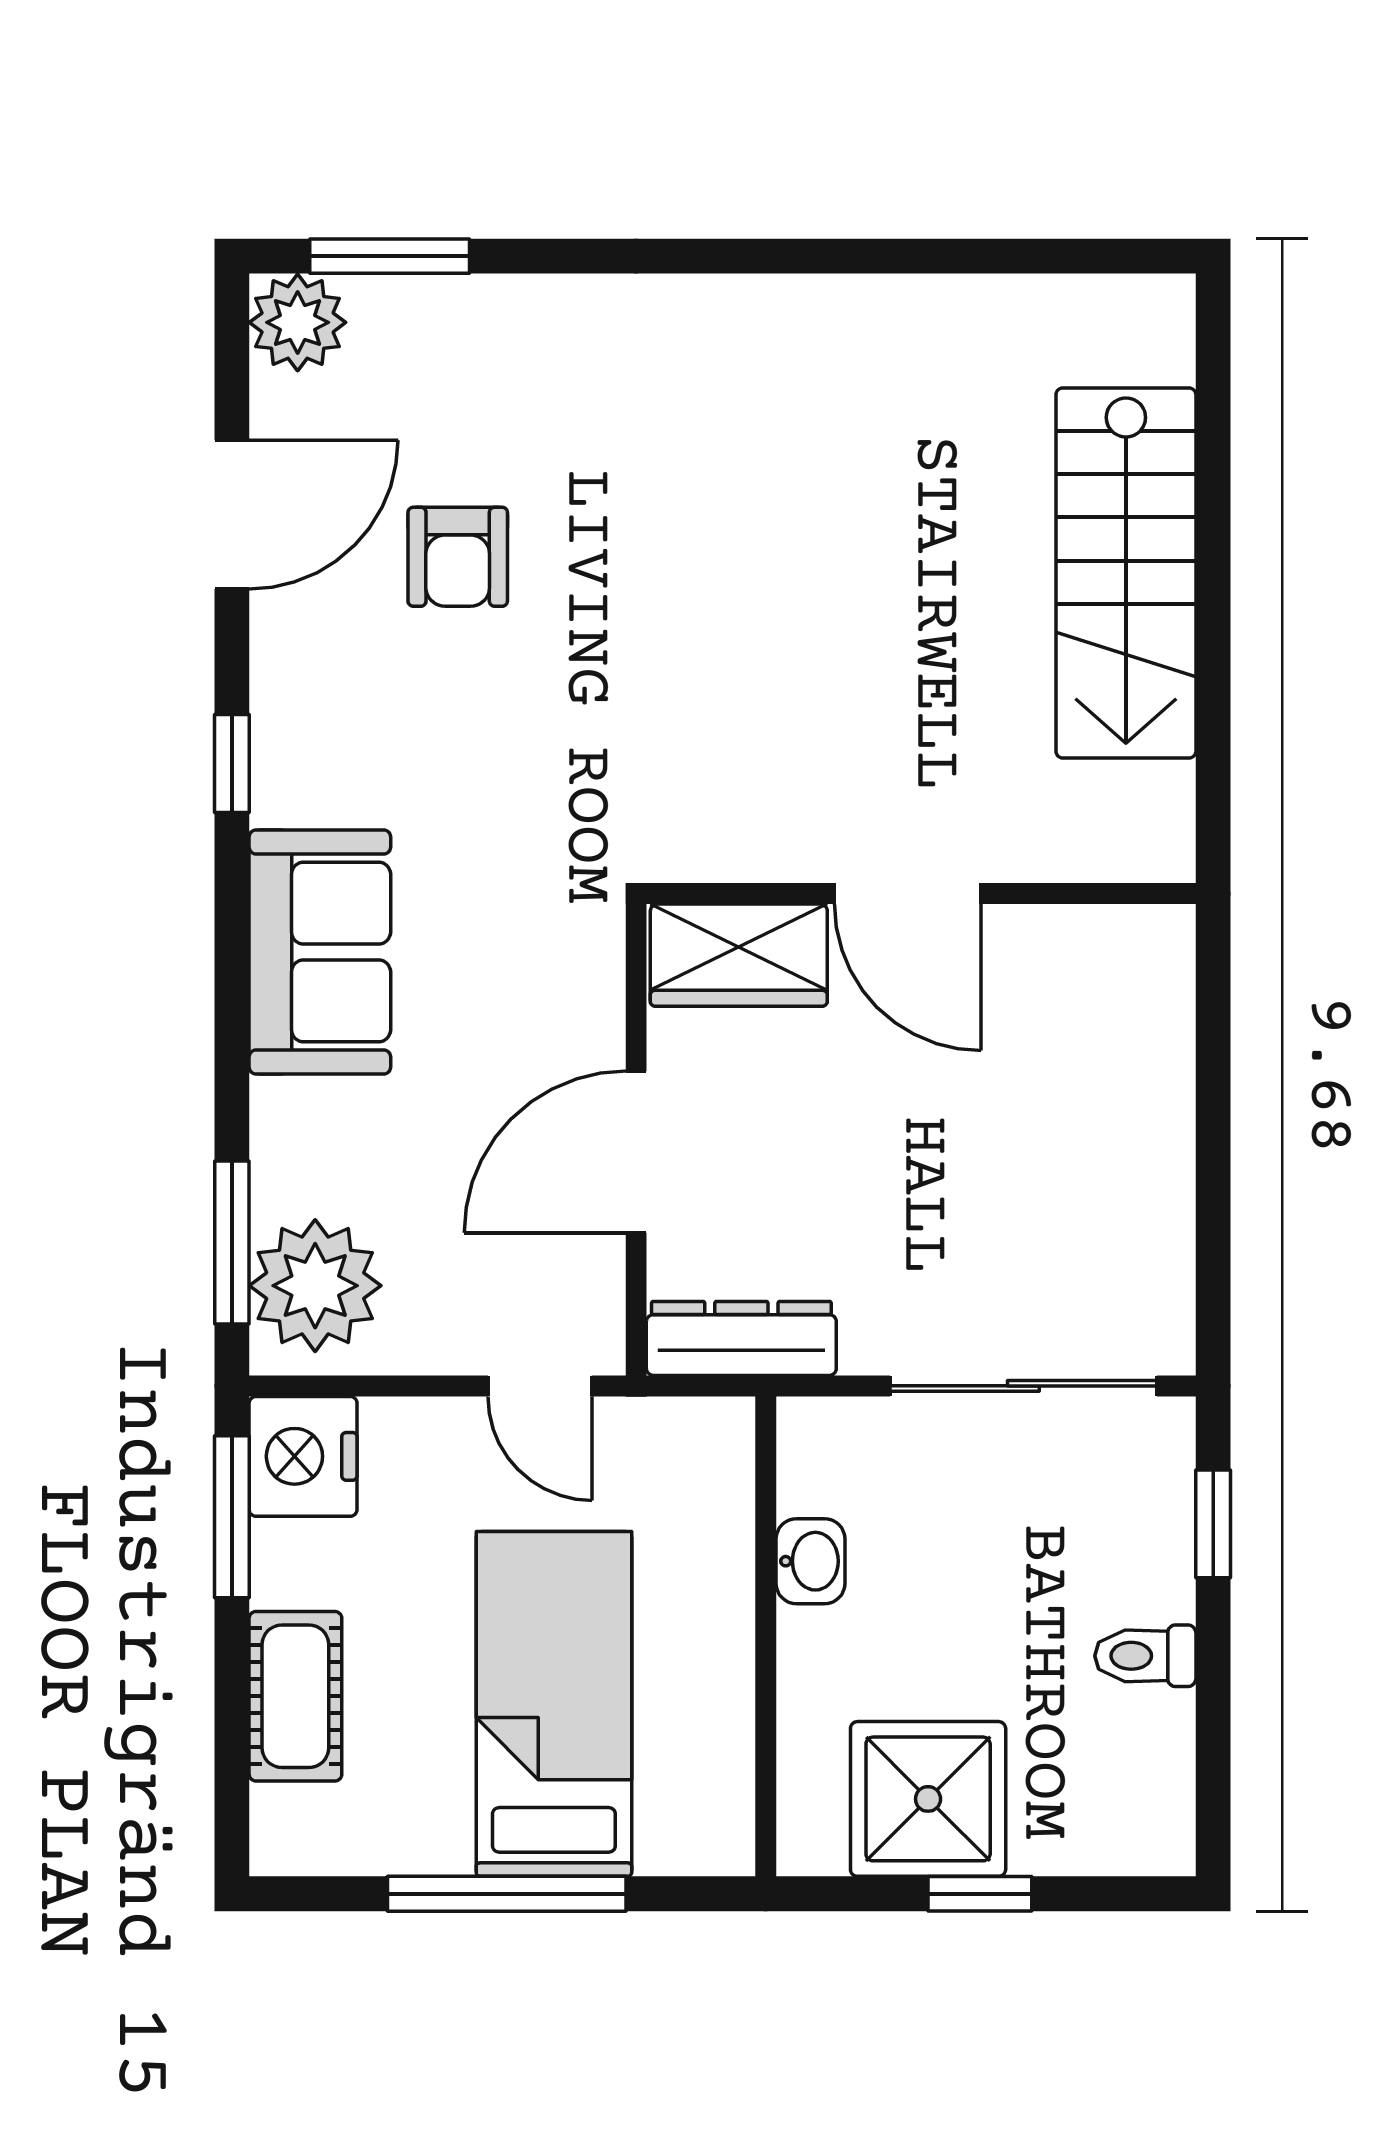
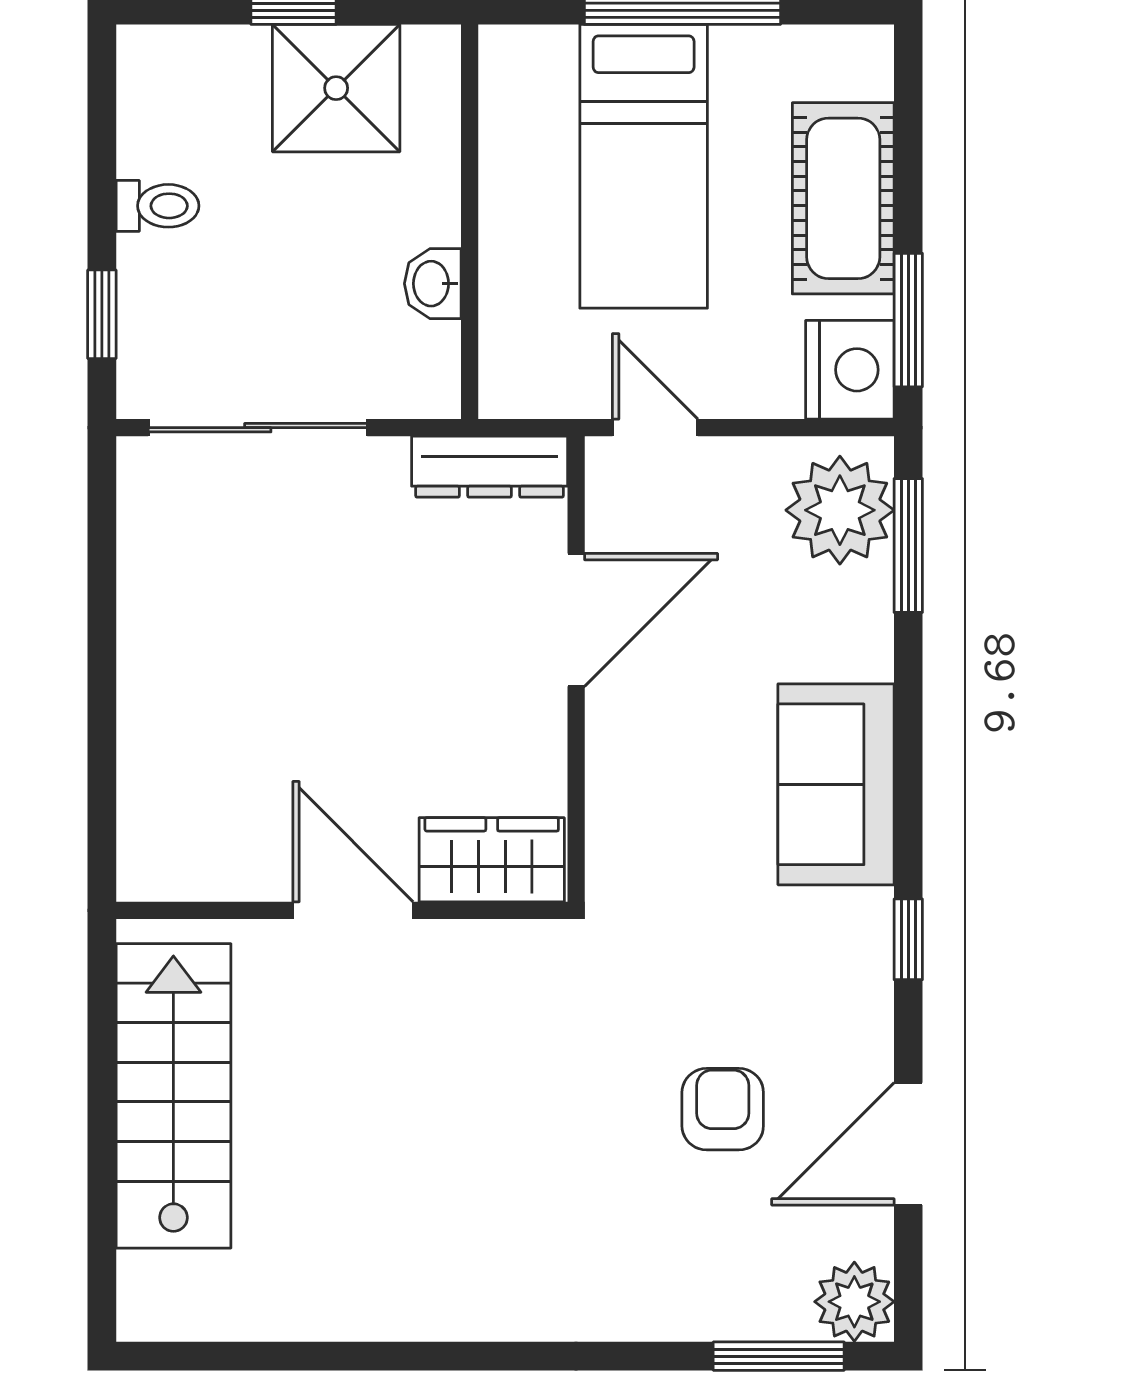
door: (908, 894) -> (353, 910), moved
wall: (921, 894) -> (342, 910), moved
wardrobe: (739, 955) -> (492, 860), moved
cot: (295, 1696) -> (843, 198), width x1.37, depth x1.34

